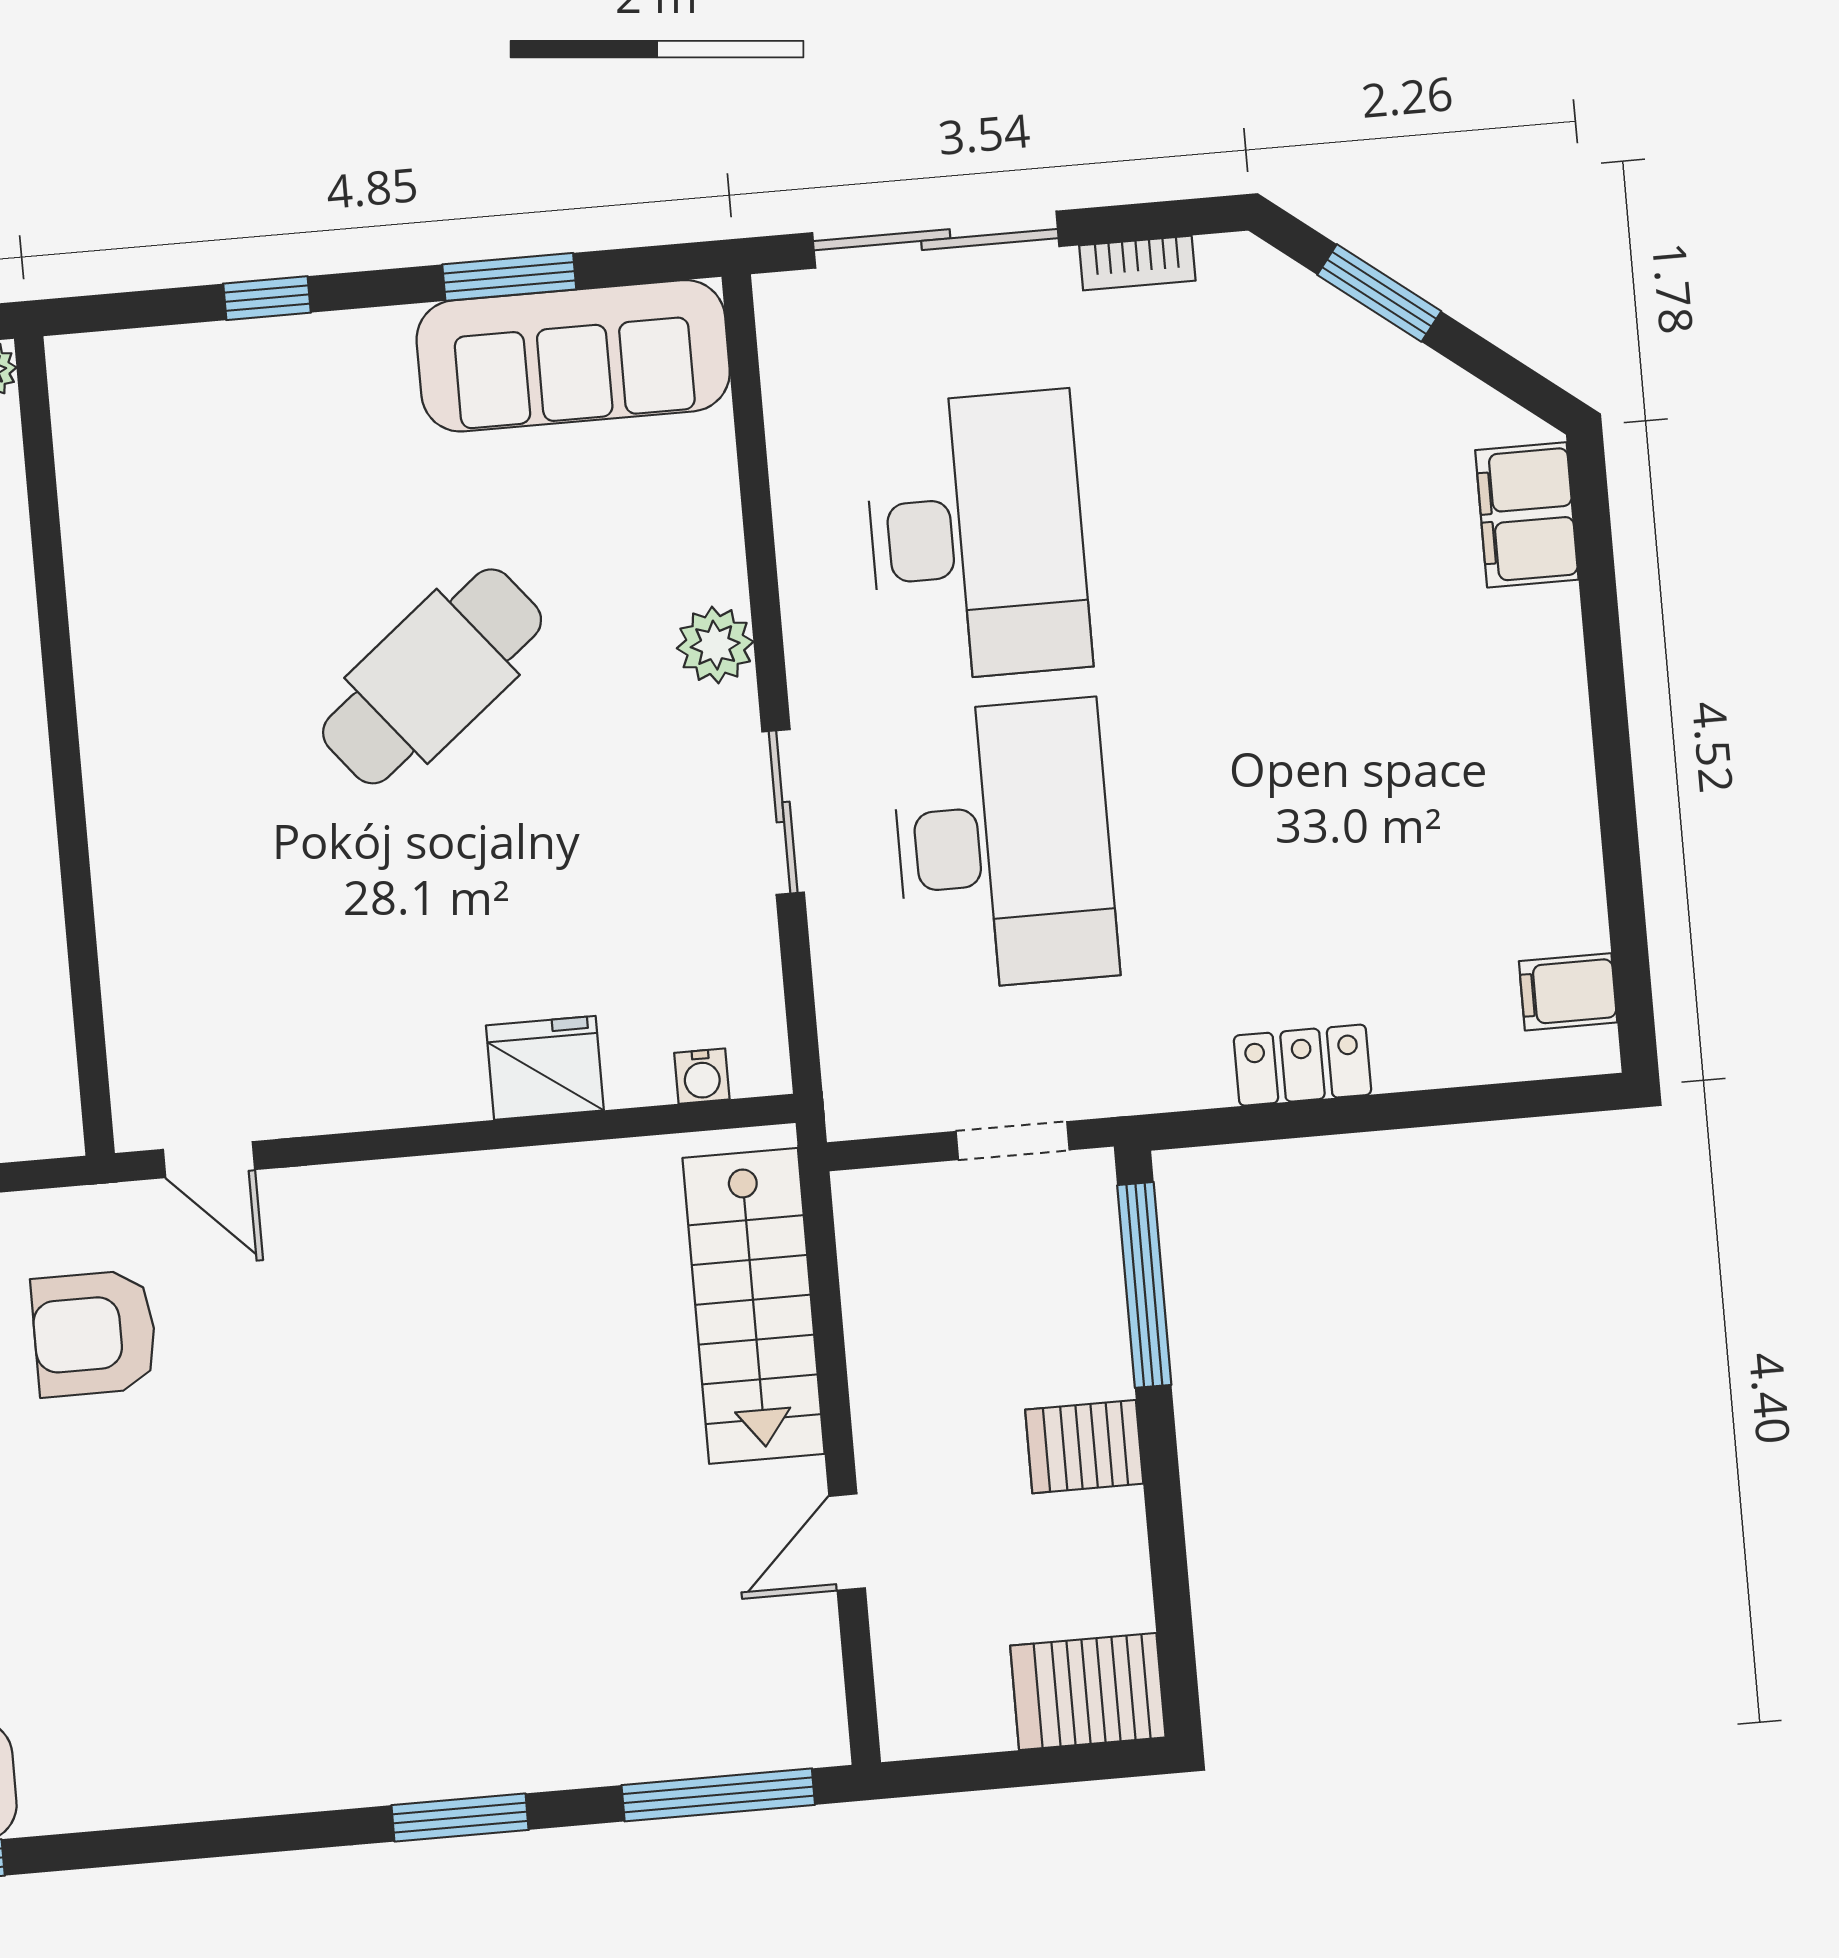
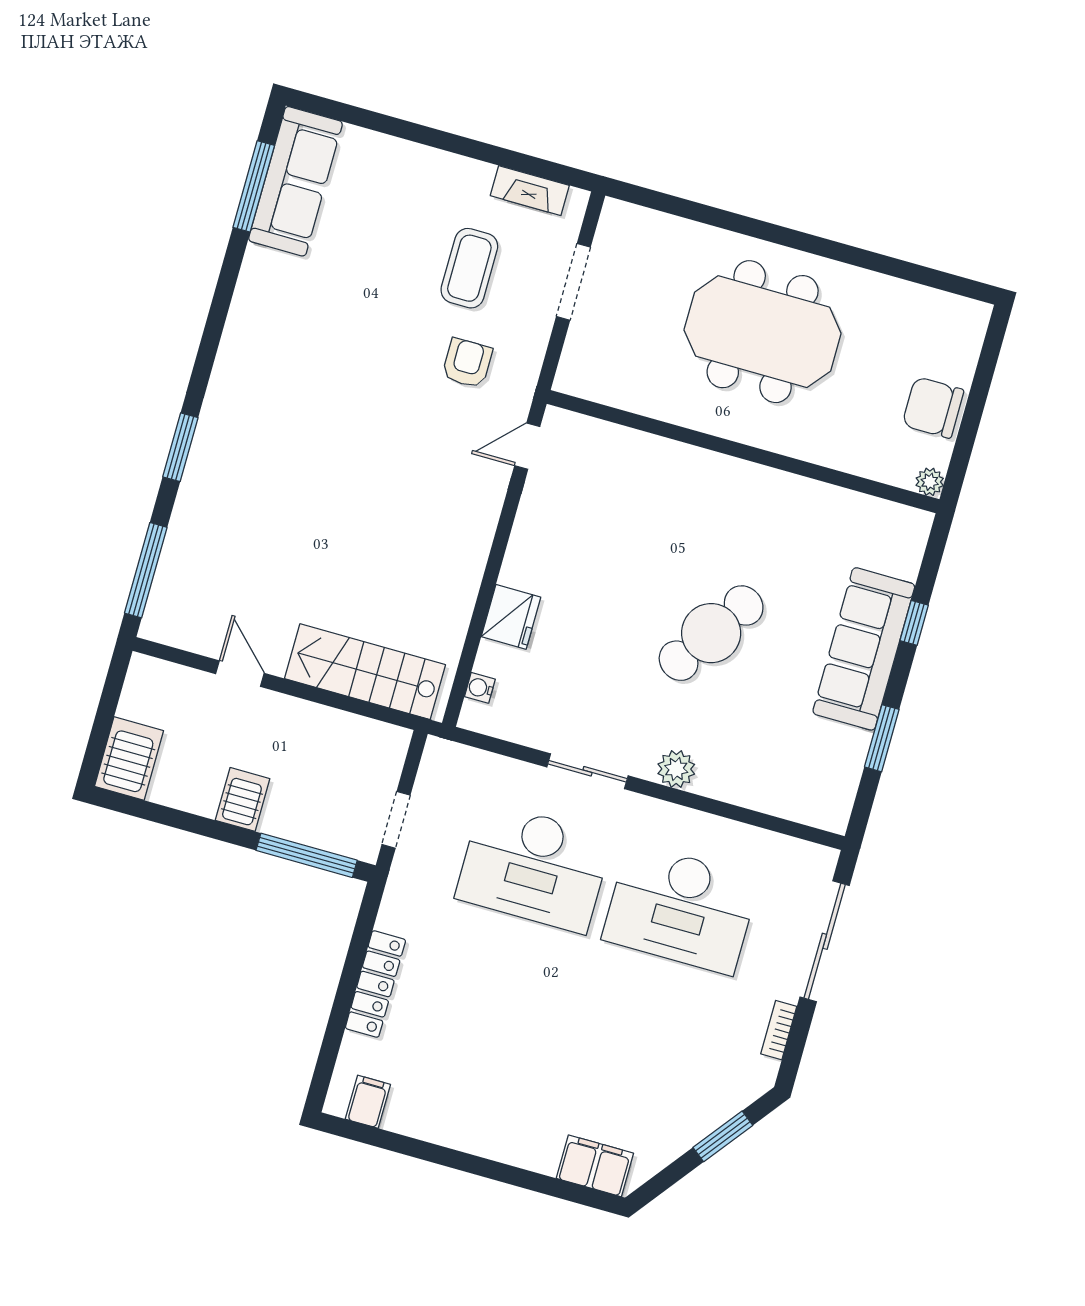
sofa: (573, 356) -> (864, 649), moved
cafe table: (432, 676) -> (711, 633), turned 73
locker: (1302, 1065) -> (375, 984), width x1.53
armchair: (94, 1333) -> (467, 363), width x0.72, depth x0.72

